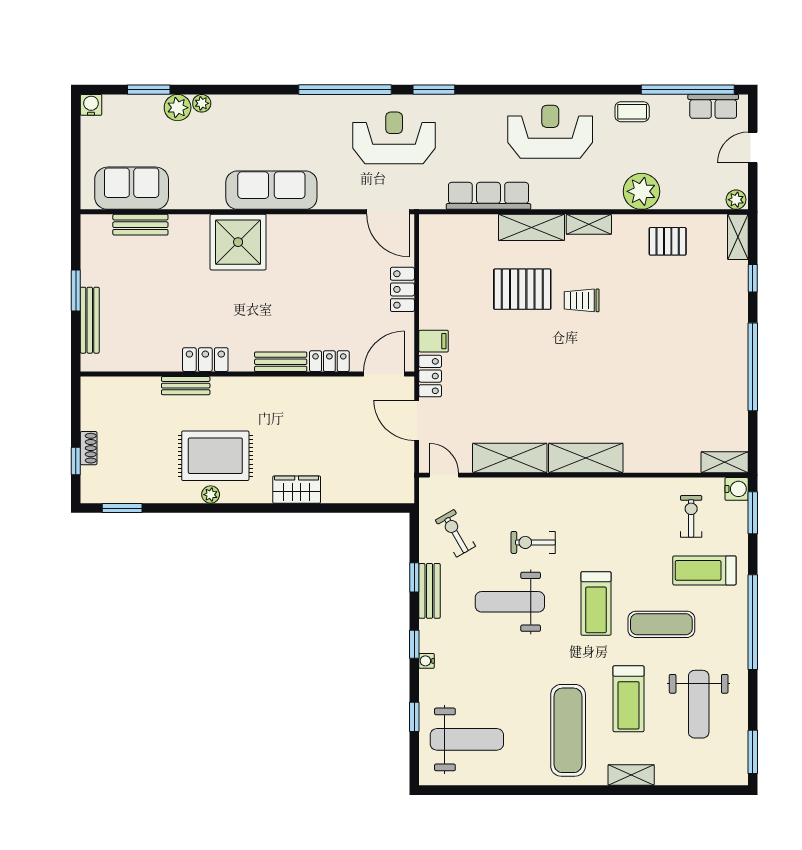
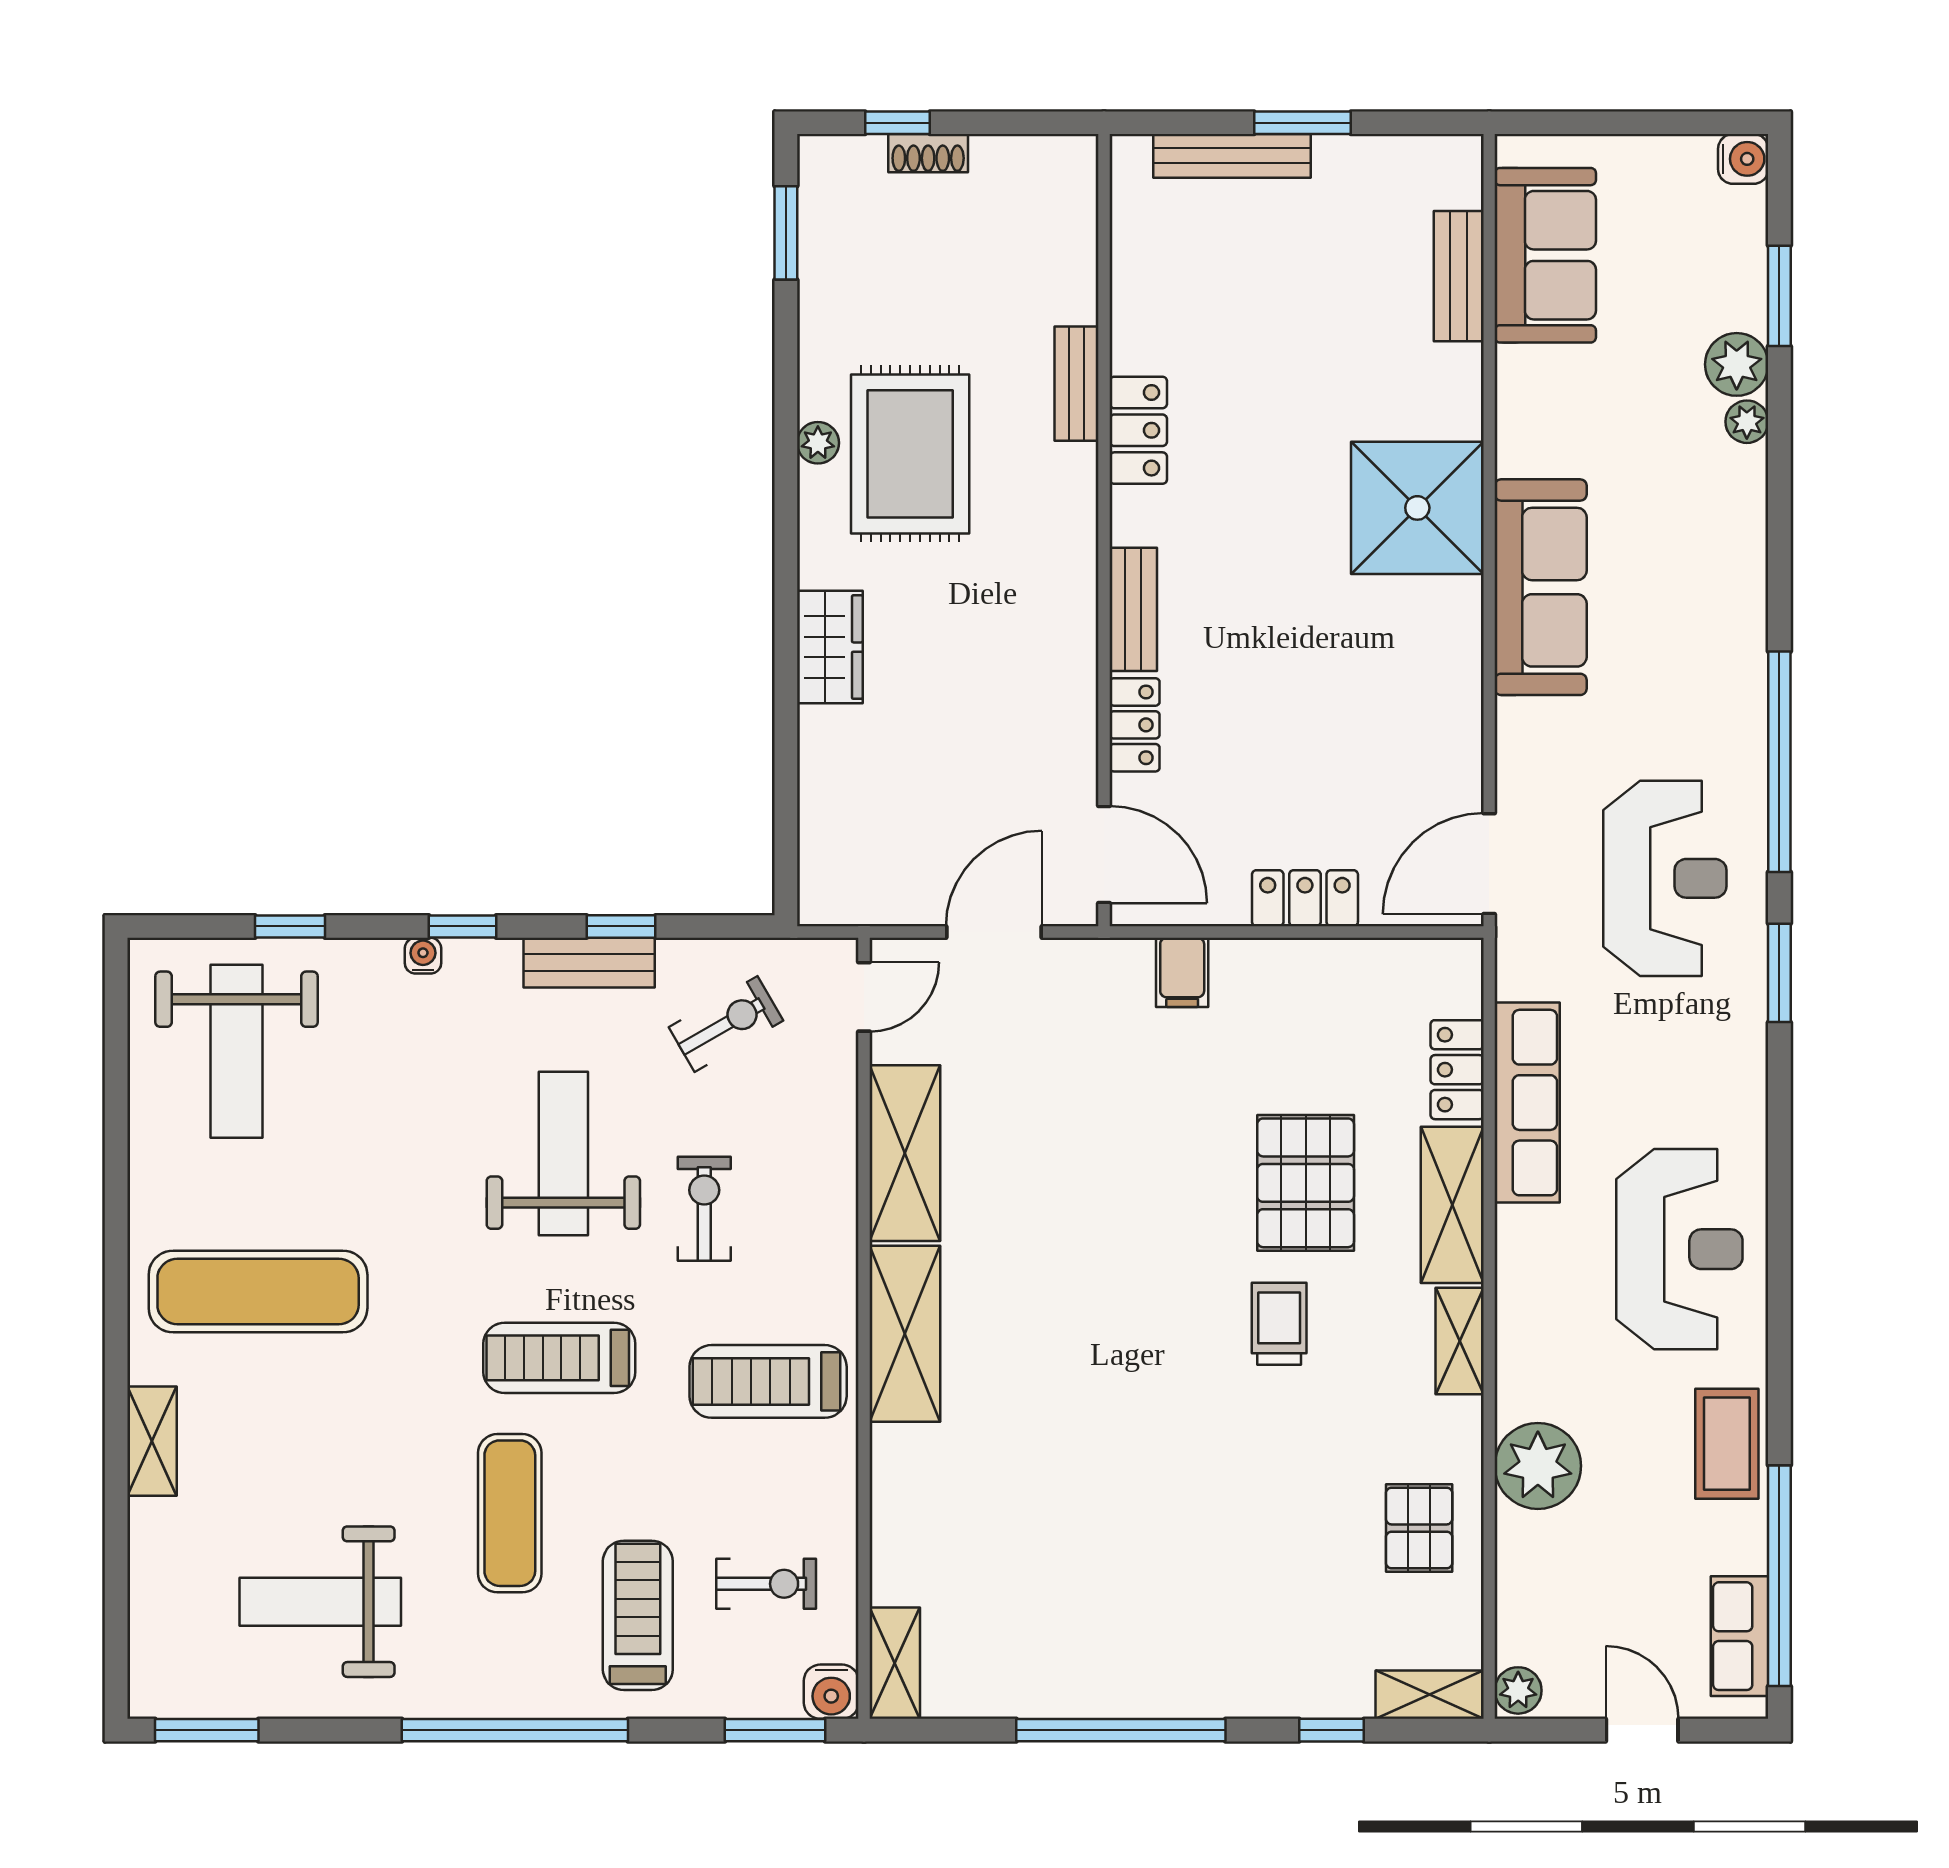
coffee table: (632, 112) -> (1727, 1444), width x1.36, depth x1.30
locker: (430, 376) -> (1457, 1070), moved, turned 90
treadmill: (629, 699) -> (768, 1381), moved

